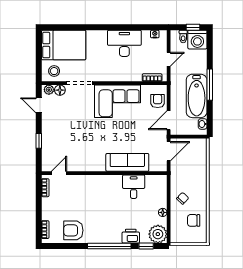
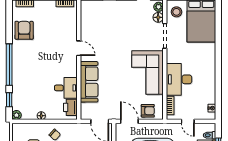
desk: (124, 43) -> (179, 79), moved, turned 180
door: (59, 173) -> (79, 48), moved
plant: (158, 234) -> (16, 115), width x0.53, depth x0.53
printer: (131, 236) -> (70, 107), moved, turned 180

